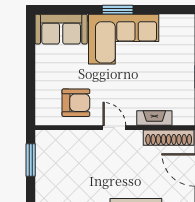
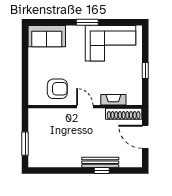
corner sofa: (124, 39) -> (110, 43), moved
window: (31, 160) -> (25, 144), moved

